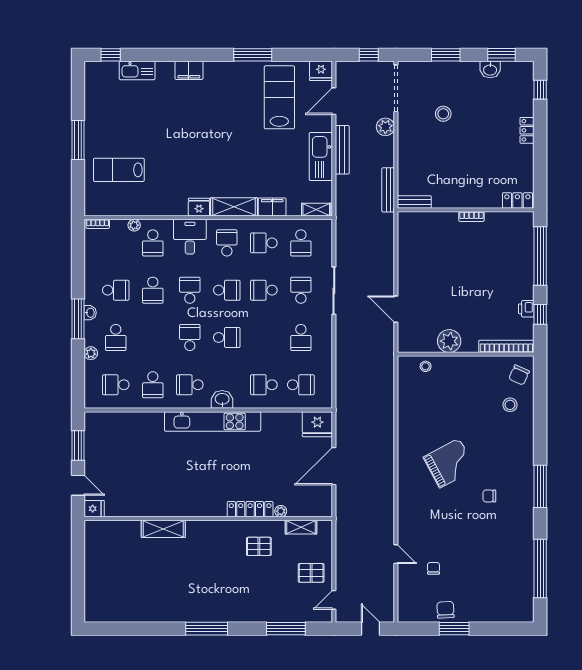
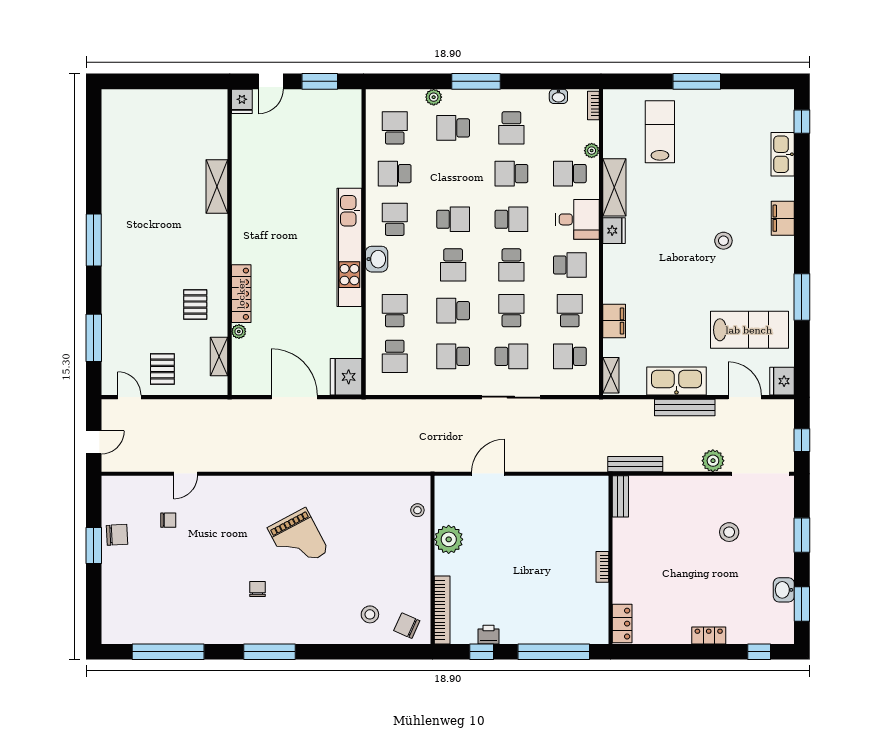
stool: (207, 118) -> (723, 241), added
shelving: (234, 207) -> (614, 187), moved
washbasin: (90, 313) -> (558, 96), moved
school desk: (264, 337) -> (453, 311), added

